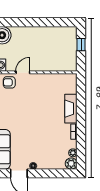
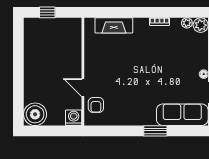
fireplace: (71, 109) -> (114, 25), moved

